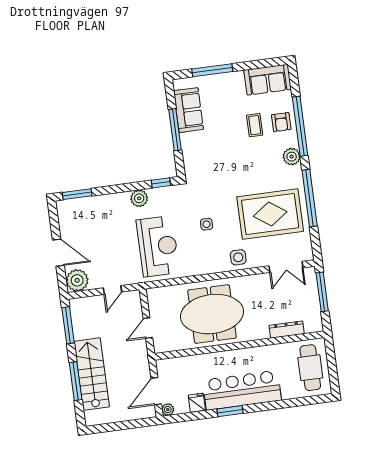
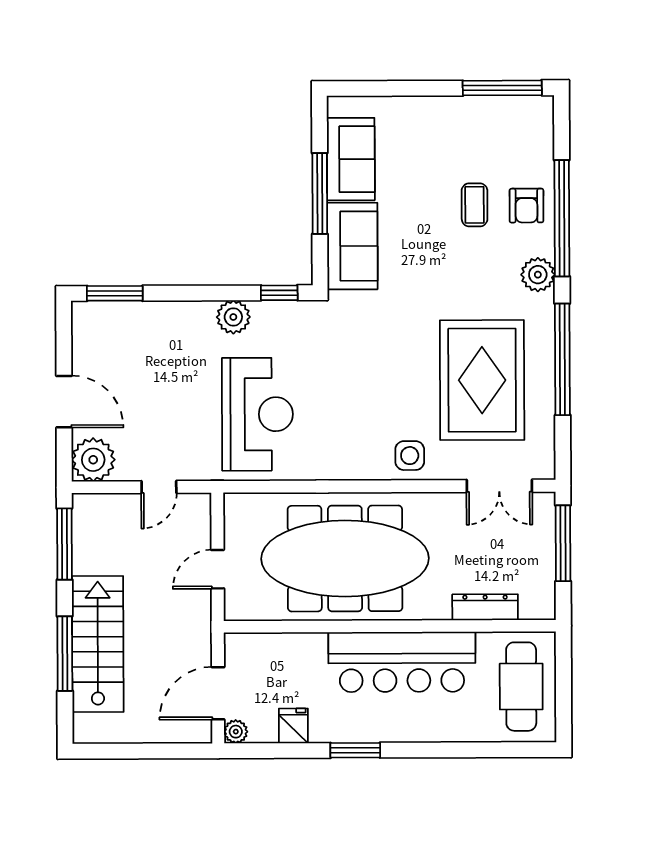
window: (212, 70) -> (502, 88), moved
sofa: (268, 80) -> (352, 246), moved, turned -90
rug: (270, 214) -> (482, 380), turned 90
side table: (206, 224) -> (357, 384), removed
meeting table: (212, 314) -> (345, 558), width x1.36
bar counter: (242, 390) -> (402, 662), moved, turned 180

